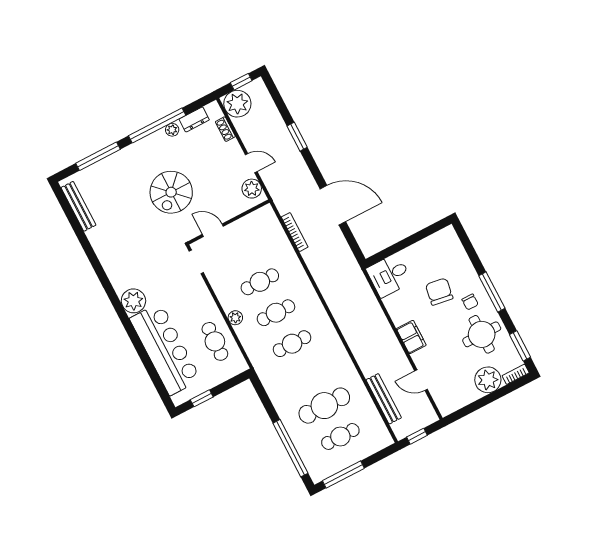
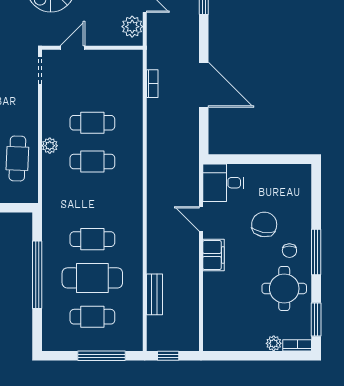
door: (213, 230) -> (72, 48), hinge flipped
bookcase: (295, 232) -> (152, 84), width x0.64
cafe table: (292, 344) -> (92, 239), moved
door: (421, 380) -> (201, 219), moved
plant: (488, 380) -> (274, 343), width x0.53, depth x0.53
bench: (384, 399) -> (154, 294), width x0.73
window: (290, 448) -> (37, 275), moved
window: (343, 474) -> (102, 356), moved

